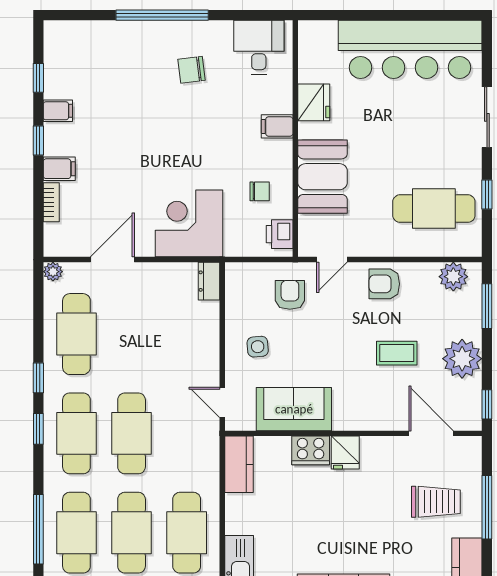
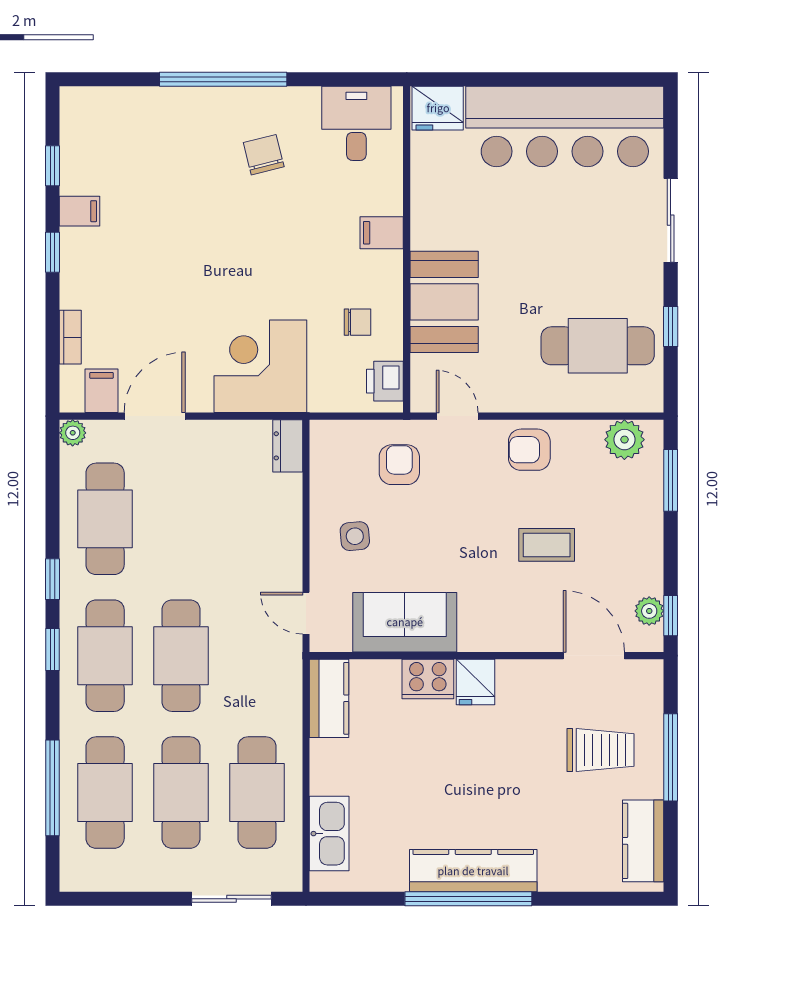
chair: (192, 70) -> (264, 155), turned 83
fridge: (314, 102) -> (438, 108), moved, turned 90
filing cabinet: (59, 169) -> (102, 391), moved, turned -90
door: (332, 260) -> (457, 416), swing flipped
plant: (462, 359) -> (649, 611), moved, width x0.53, depth x0.53

